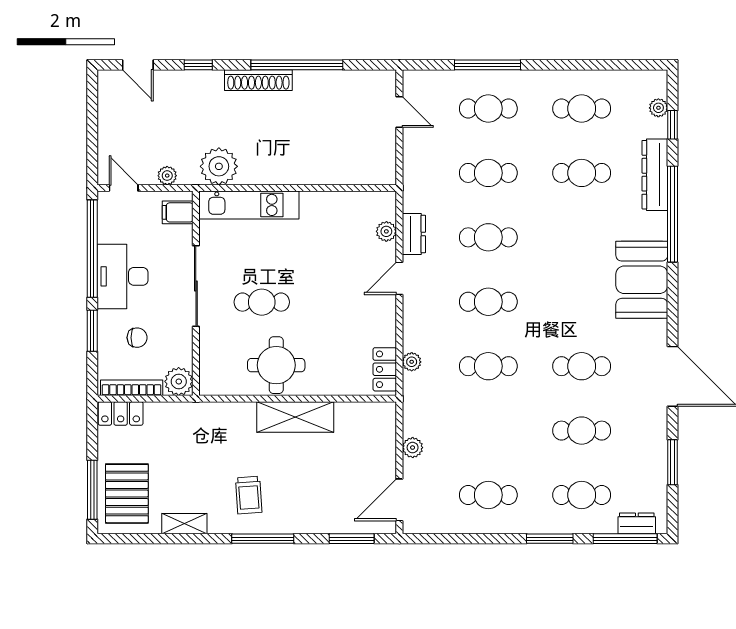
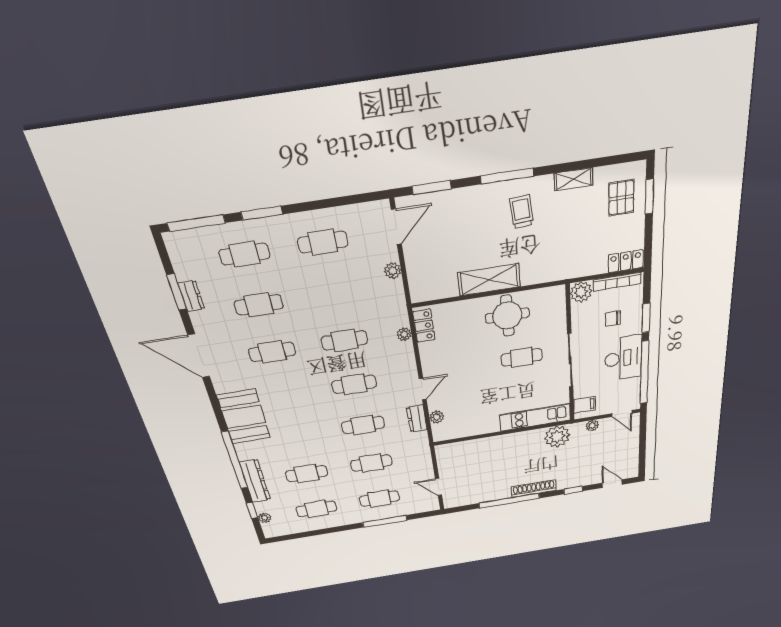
window: (92, 490) -> (649, 197), width x0.69
pallet: (127, 494) -> (621, 198), width x0.67, depth x0.71
dresser: (637, 523) -> (191, 296), moved, turned -90

